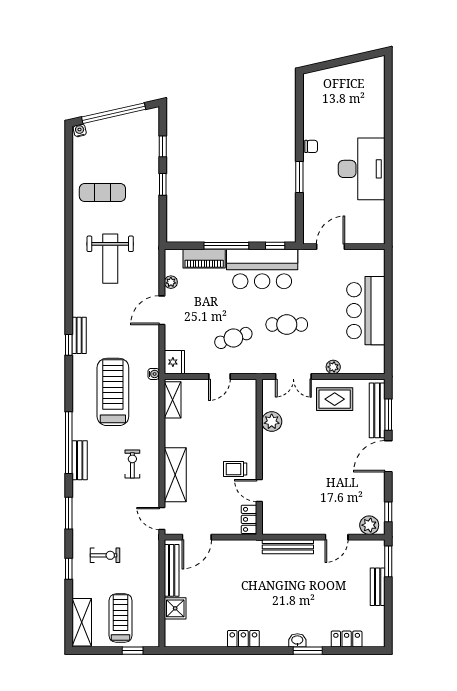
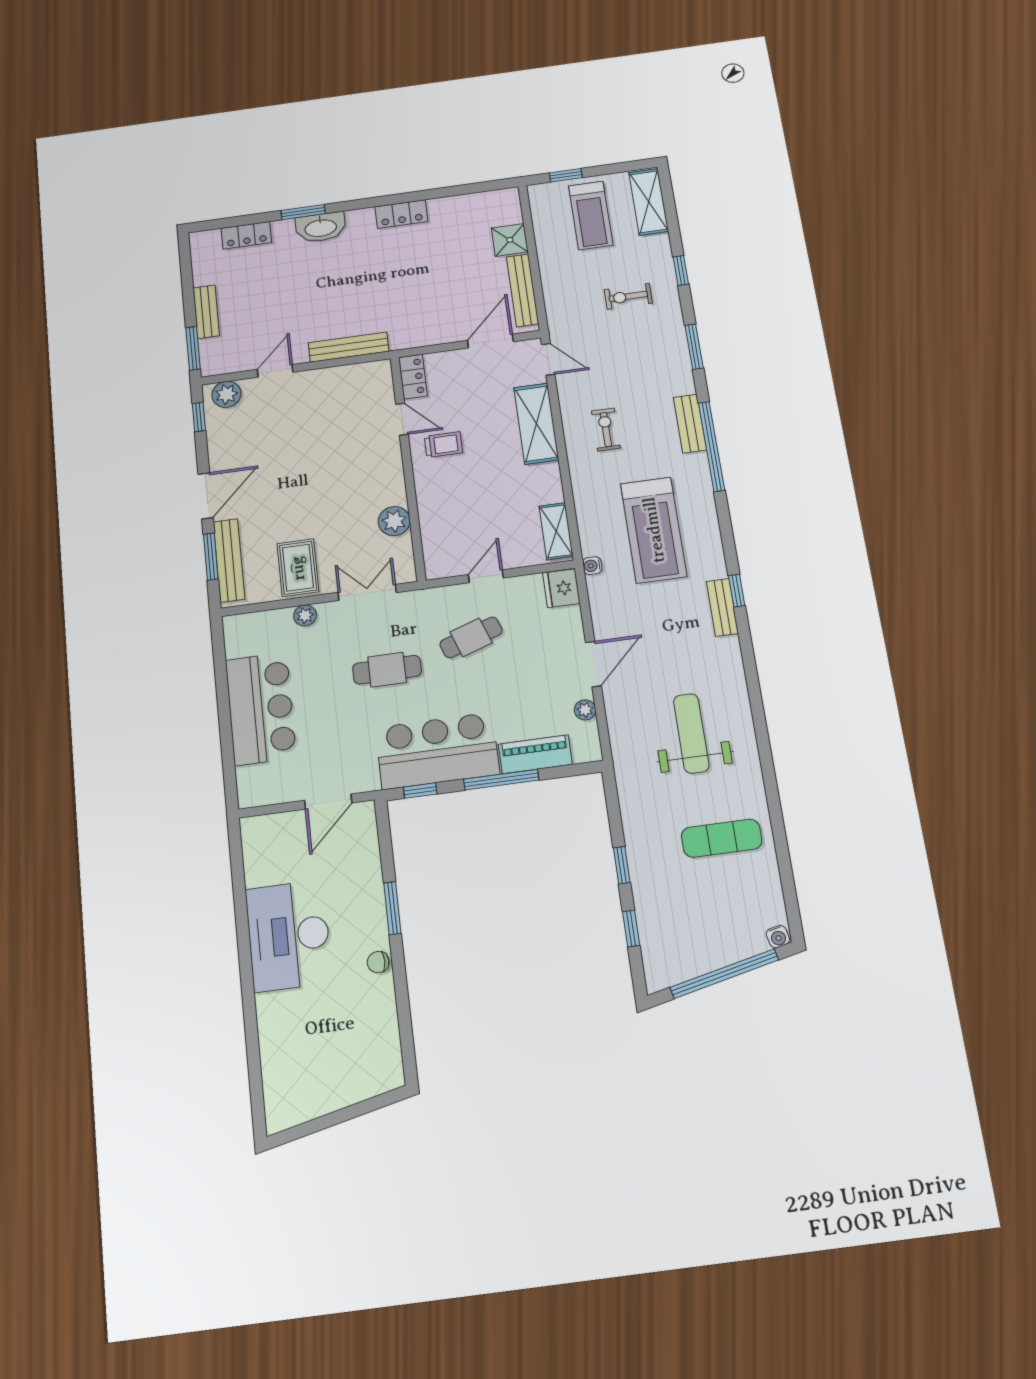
rug: (335, 399) -> (298, 568), turned 90
exercise bike: (132, 464) -> (606, 430), turned 180
washbasin: (297, 640) -> (321, 227), width x1.91, depth x1.45

